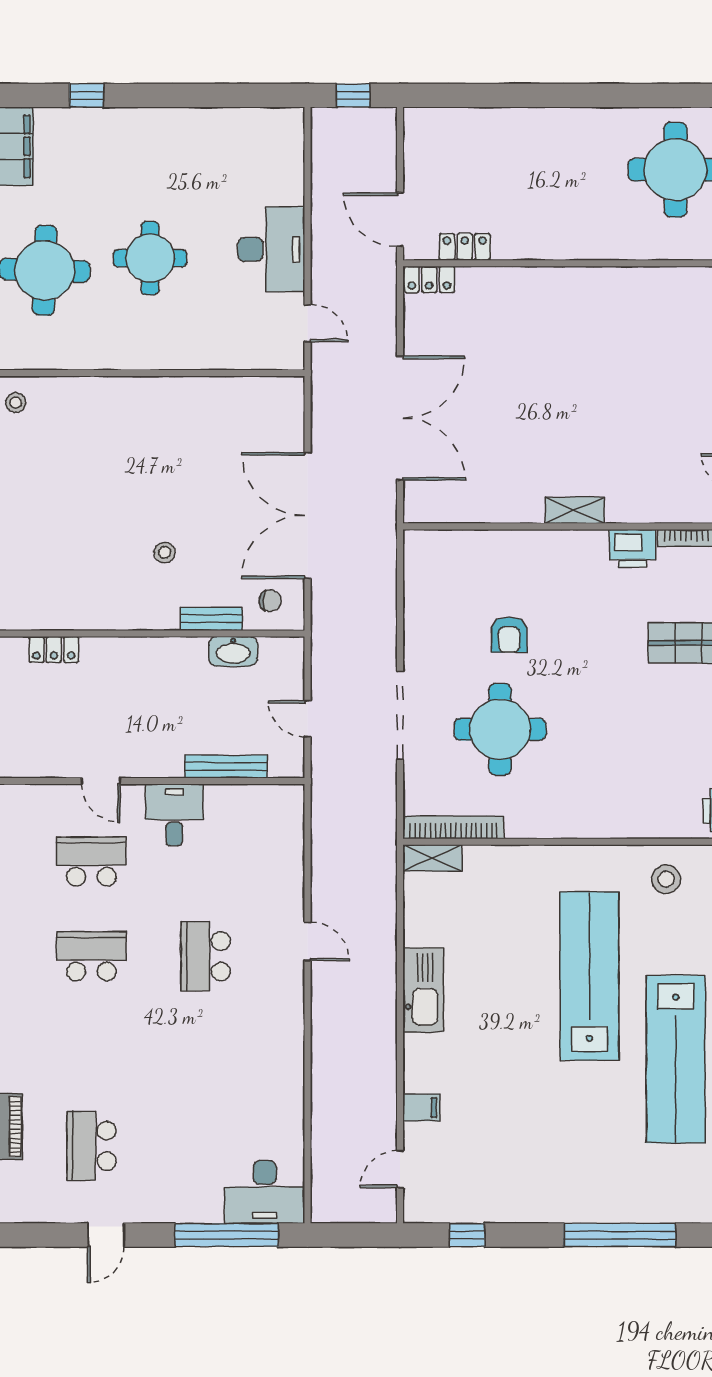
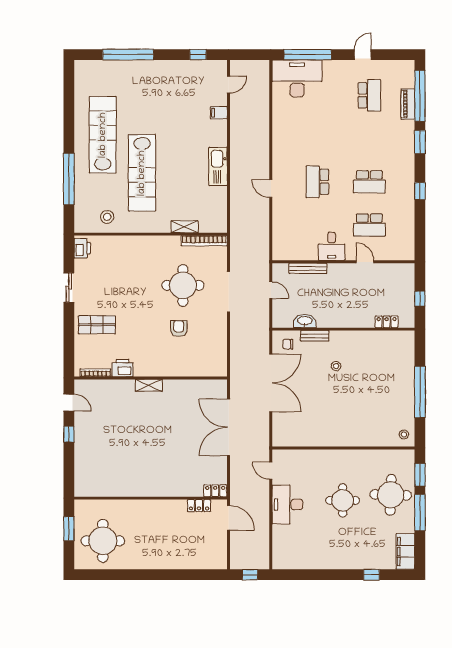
shelving: (432, 858) -> (185, 227), moved
school desk: (205, 956) -> (317, 182), turned 180
desk: (265, 1192) -> (297, 78), width x1.36, depth x1.30

